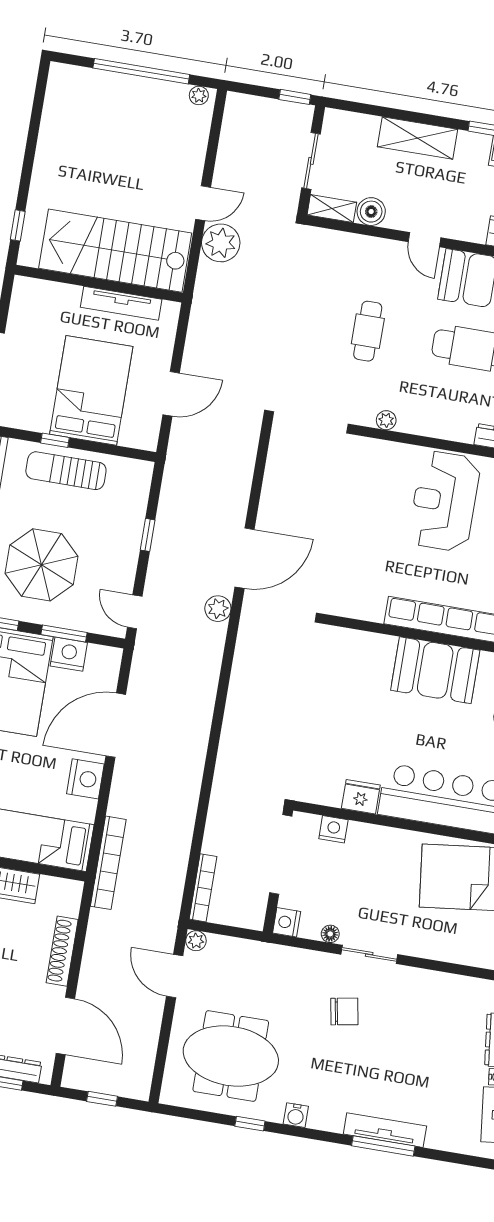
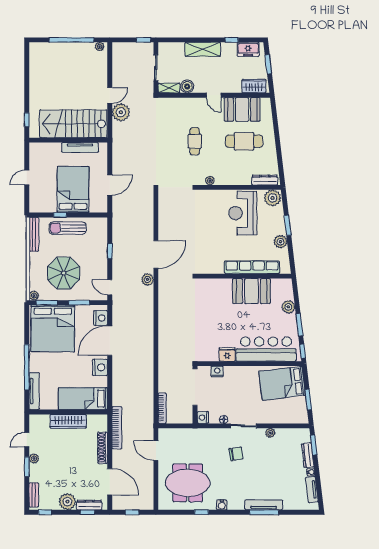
nightstand: (69, 654) -> (101, 318), moved, turned 90
bookcase: (108, 863) -> (117, 428), moved
plant: (196, 941) -> (270, 433), moved

